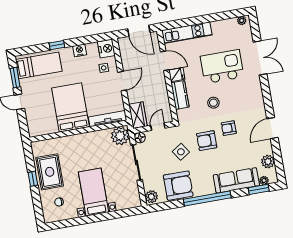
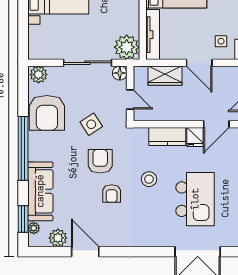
wardrobe: (138, 115) -> (165, 76), moved
armchair: (229, 128) -> (112, 194), turned 180
door: (272, 128) -> (85, 252), moved

